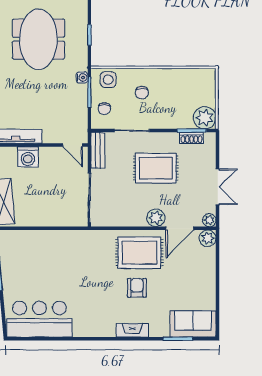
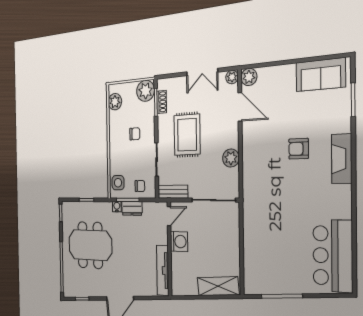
plant: (196, 77) -> (115, 102), added
chair: (142, 93) -> (135, 134), moved
dresser: (80, 98) -> (132, 208), added
washing machine: (28, 157) -> (179, 242), moved
double door: (218, 187) -> (202, 72), swing flipped
plant: (156, 218) -> (231, 158), moved
rug: (139, 253) -> (263, 147), removed
sofa: (193, 324) -> (321, 75), moved, turned -90
fireplace: (132, 330) -> (342, 159), width x1.37, depth x1.32

